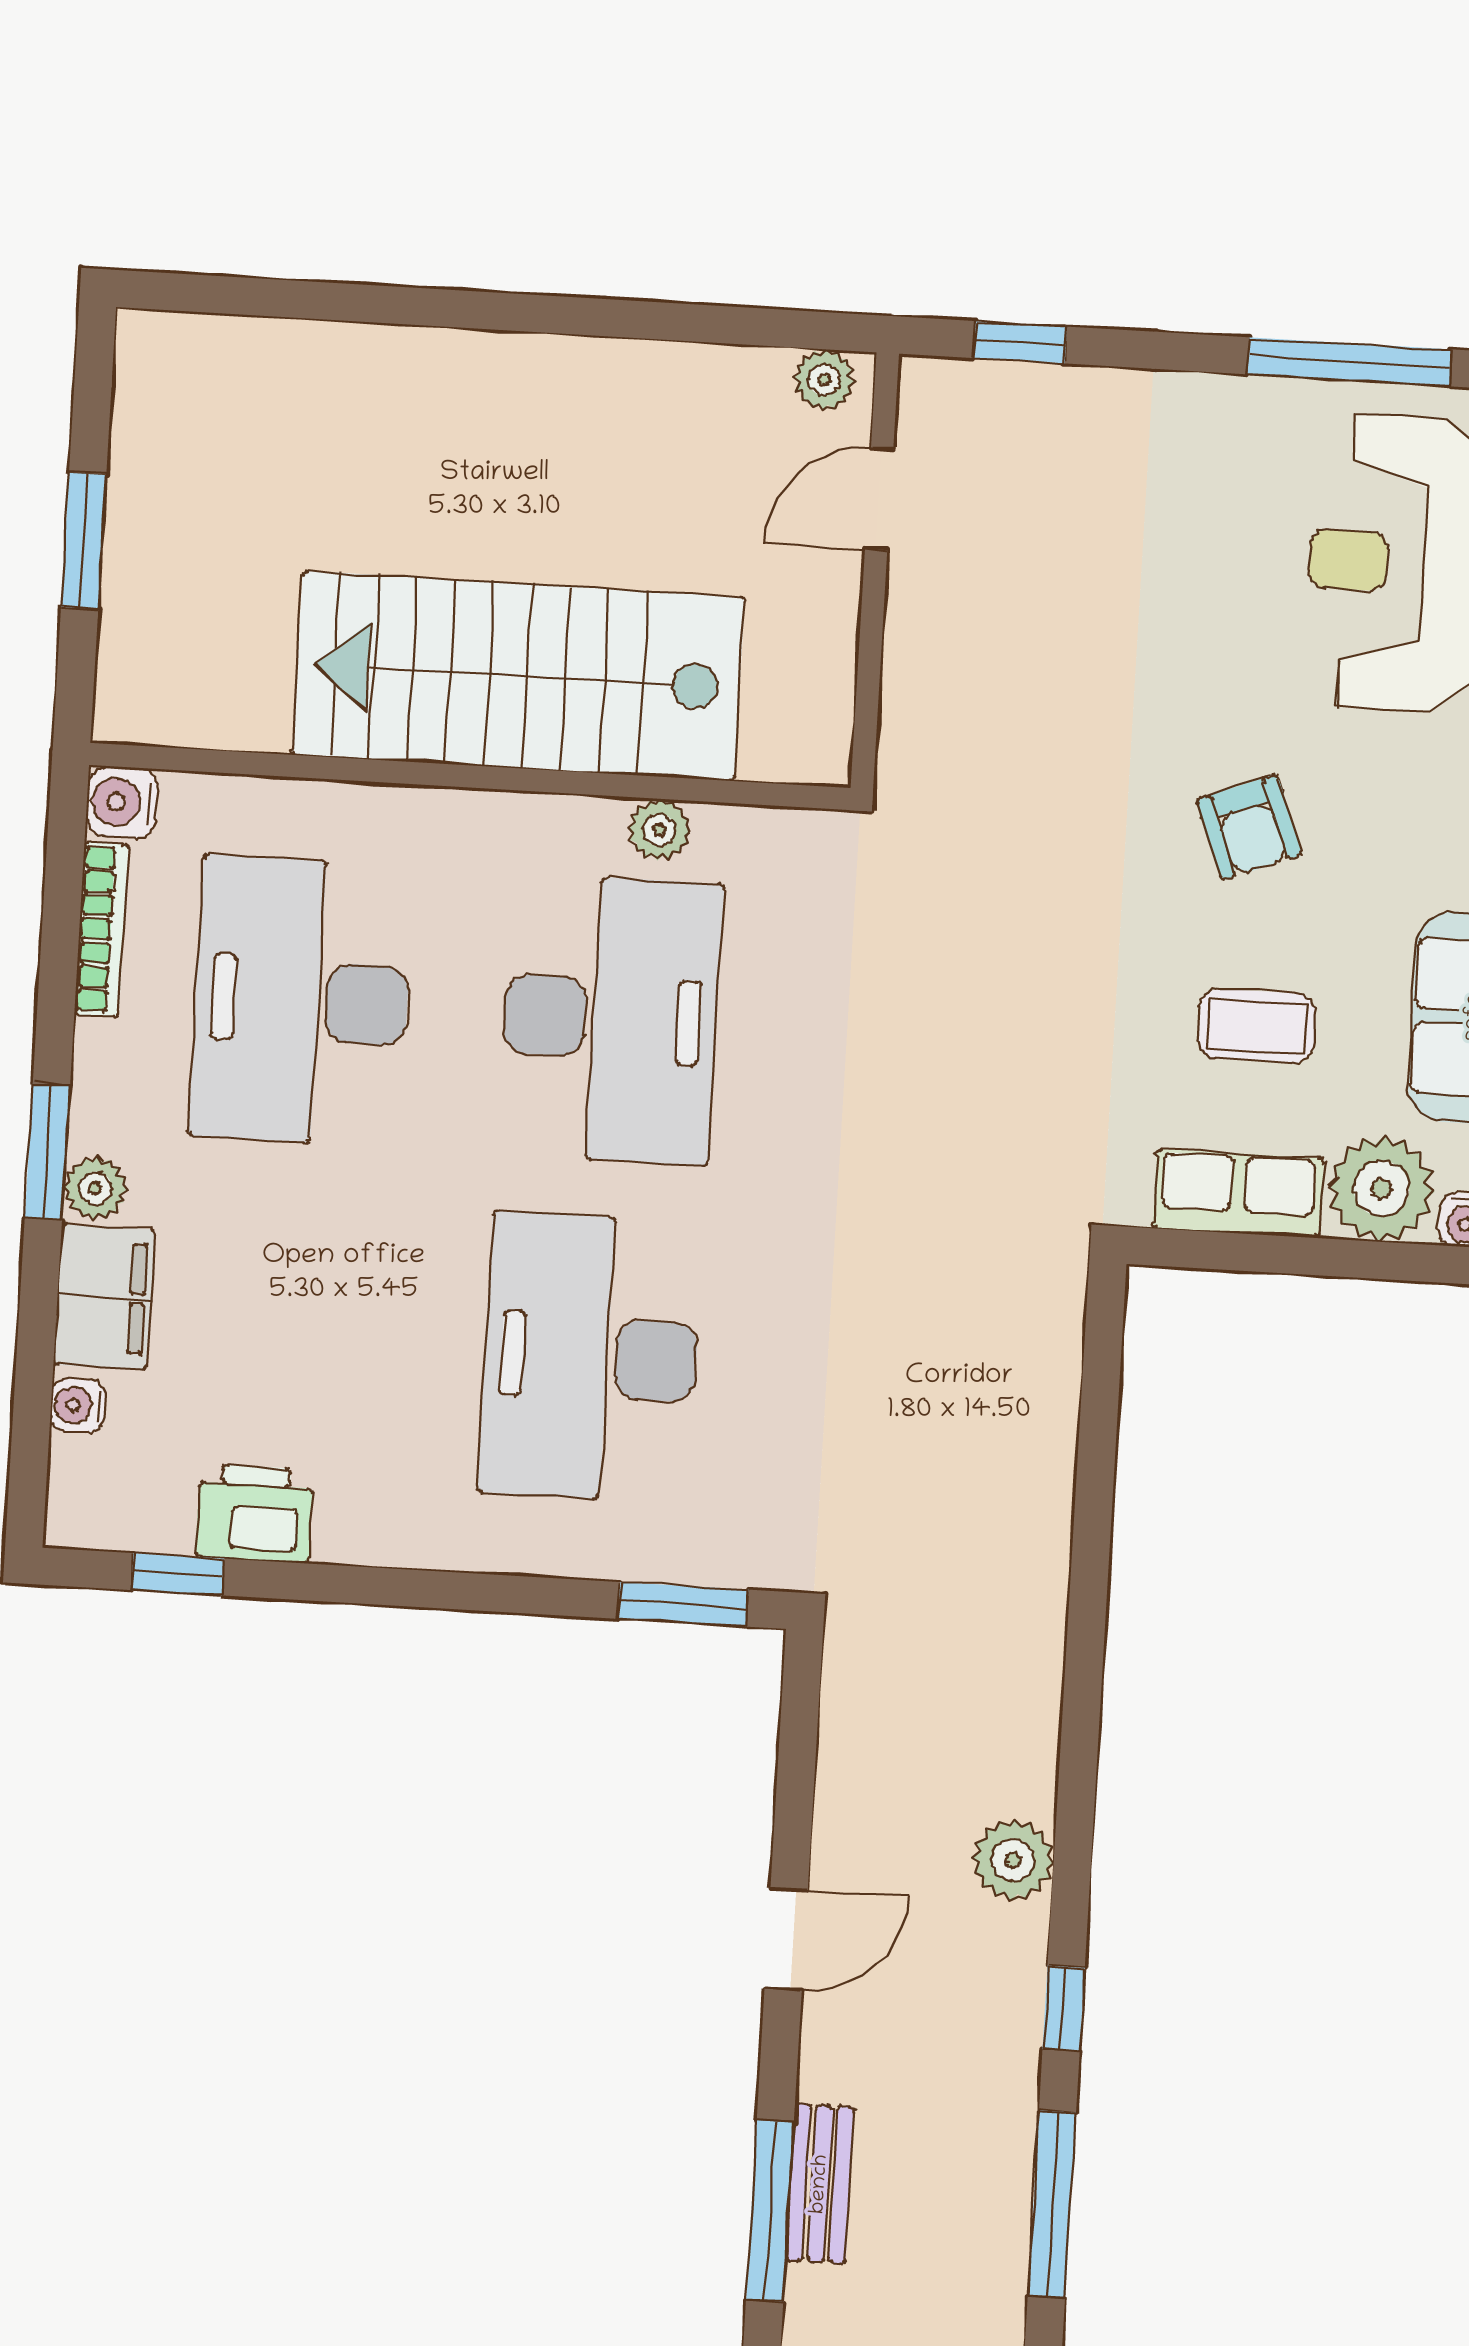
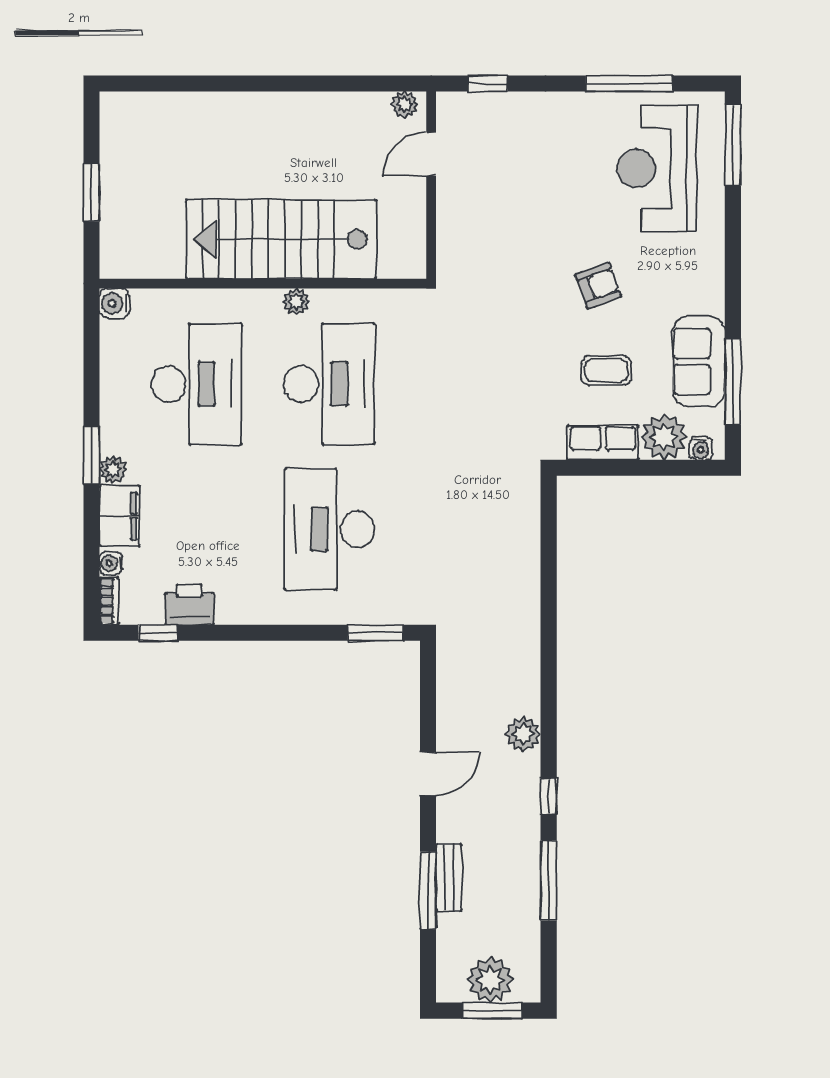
armchair: (1249, 827) -> (598, 285), turned -89
plant: (659, 830) -> (296, 302), moved
bookcase: (101, 929) -> (109, 601), moved, width x0.64
desk: (301, 1001) -> (196, 384), turned 180

